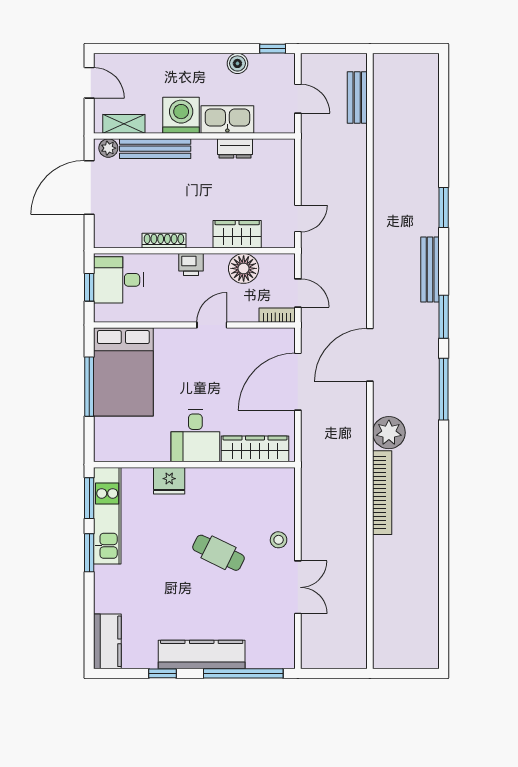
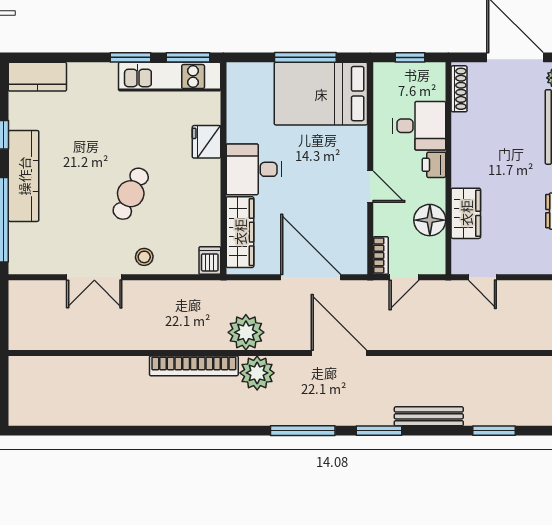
shoe rack: (164, 241) -> (459, 89), moved
desk: (119, 280) -> (419, 126), moved, turned 90
plant: (350, 443) -> (246, 332), added
dishwasher: (282, 478) -> (210, 260), added

